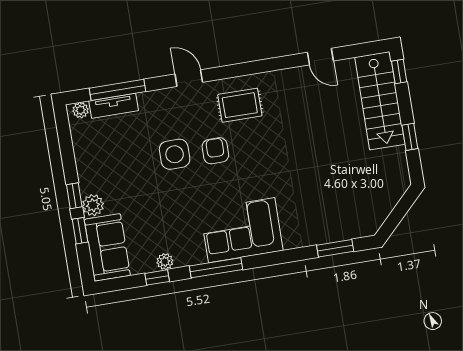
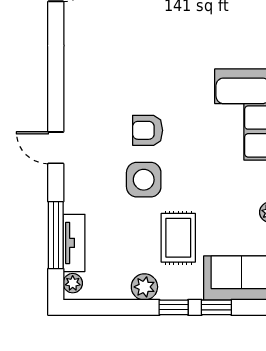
door: (189, 78) -> (56, 148), hinge flipped
rug: (240, 105) -> (178, 238), moved
plant: (93, 205) -> (144, 287), moved

